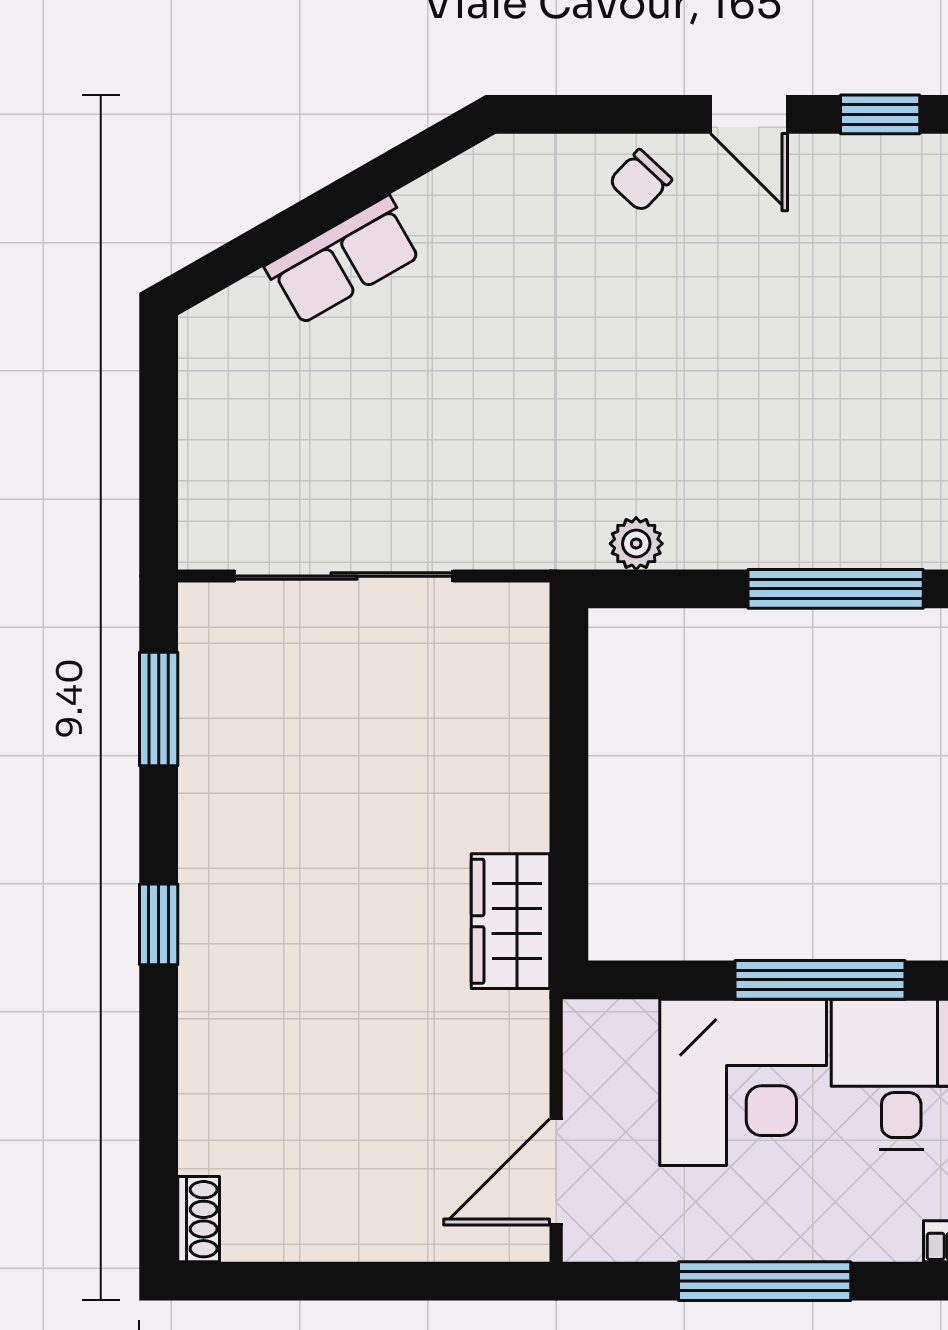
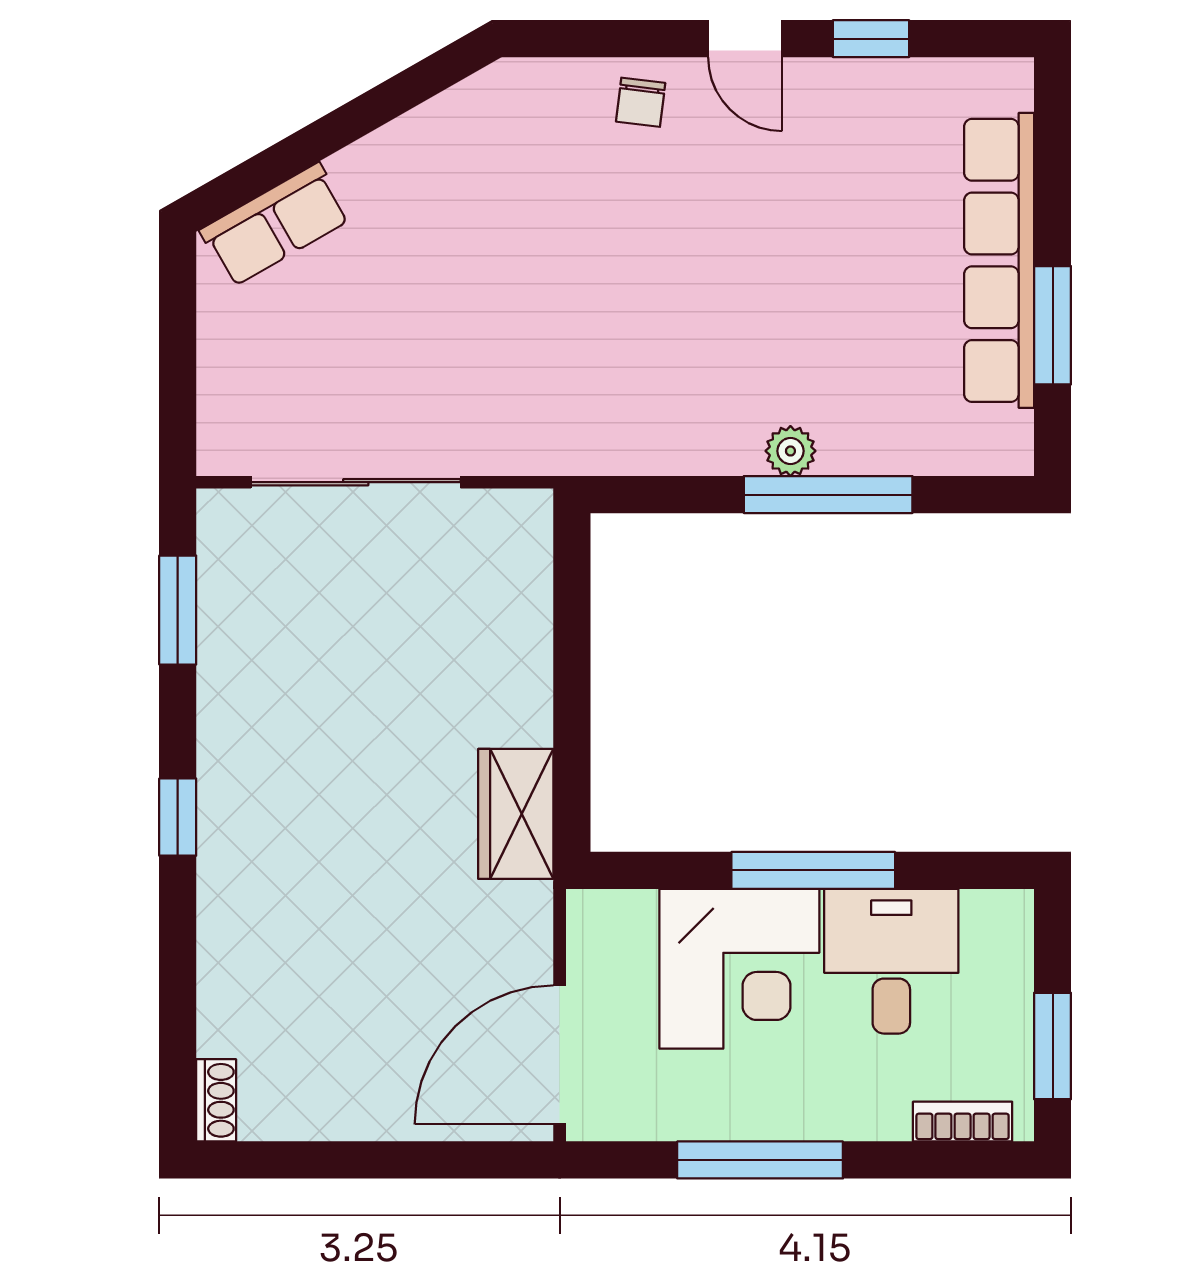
chair: (640, 181) -> (641, 102), turned -36
row of seats: (344, 260) -> (275, 225), moved
plant: (636, 544) -> (790, 451), moved
door: (556, 1172) -> (560, 1055), width x1.36

